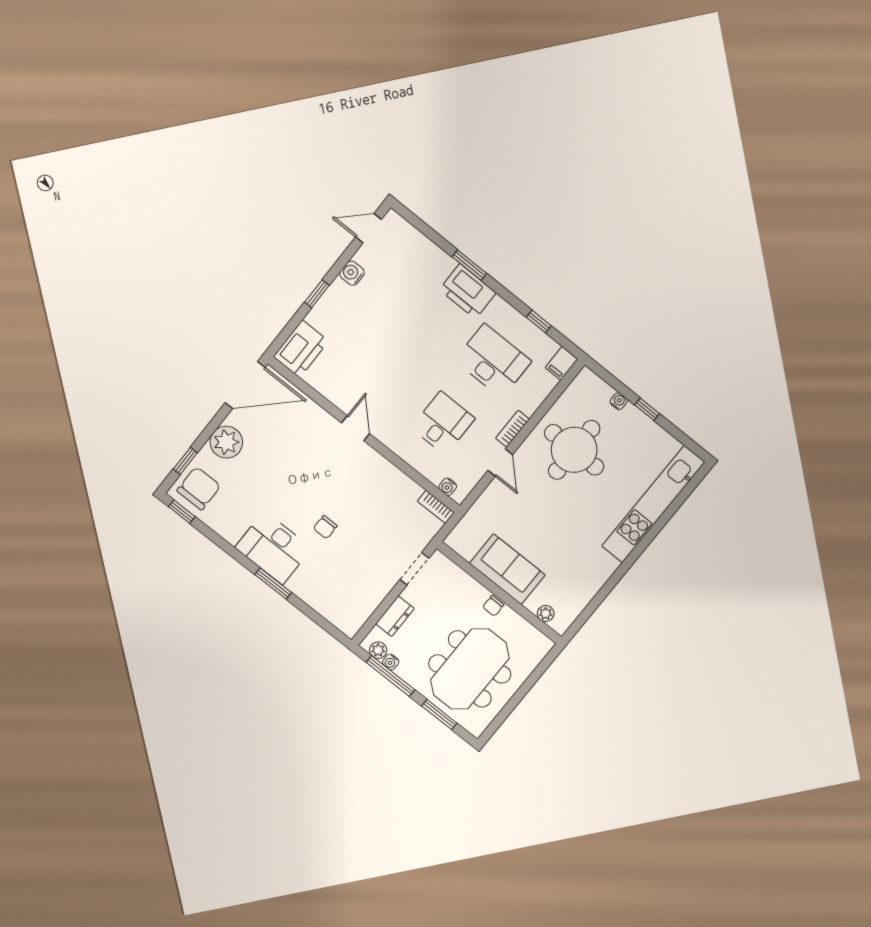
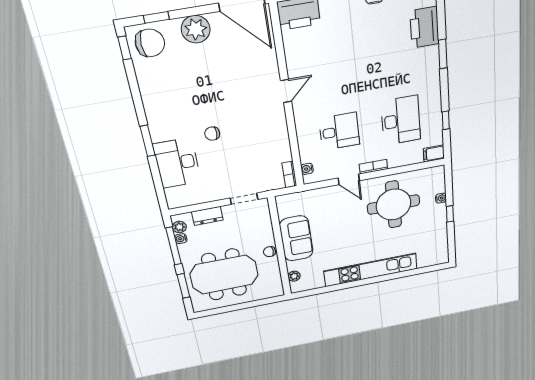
printer: (468, 291) -> (424, 27), moved
door: (500, 463) -> (349, 179), hinge flipped
kitchen unit: (653, 504) -> (371, 270), moved
desk: (273, 548) -> (177, 163), moved

